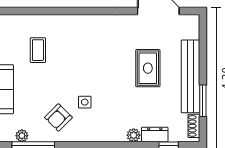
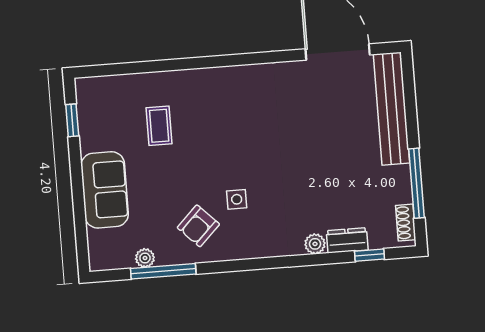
rug: (148, 68) -> (329, 140), removed
bench: (190, 76) -> (392, 109), moved
window: (203, 101) -> (416, 183), width x1.44

